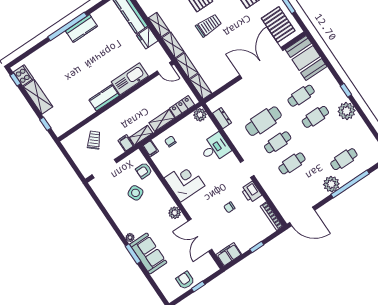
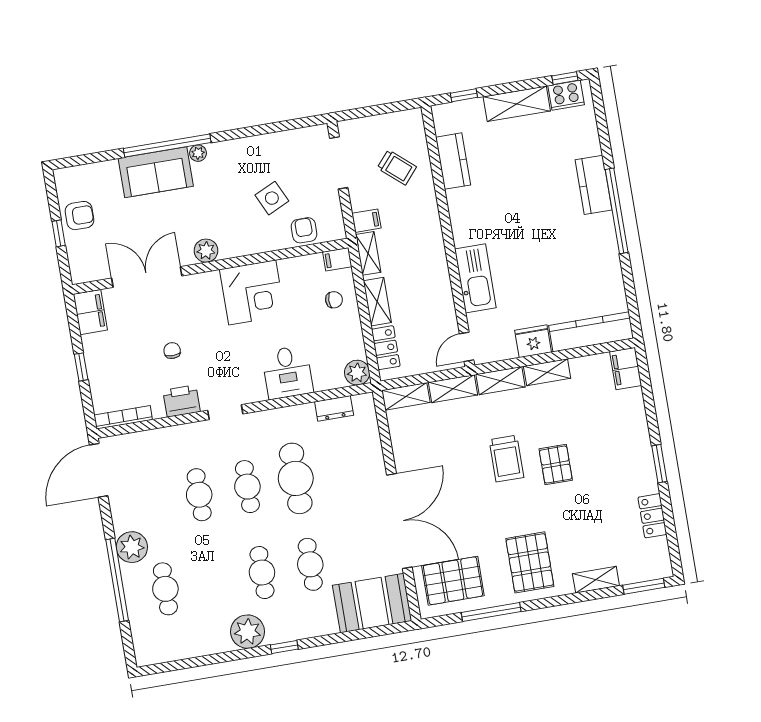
kitchen counter: (81, 29) -> (594, 185), moved
kitchen counter: (104, 98) -> (453, 161), moved
window: (133, 254) -> (167, 145), width x2.11

